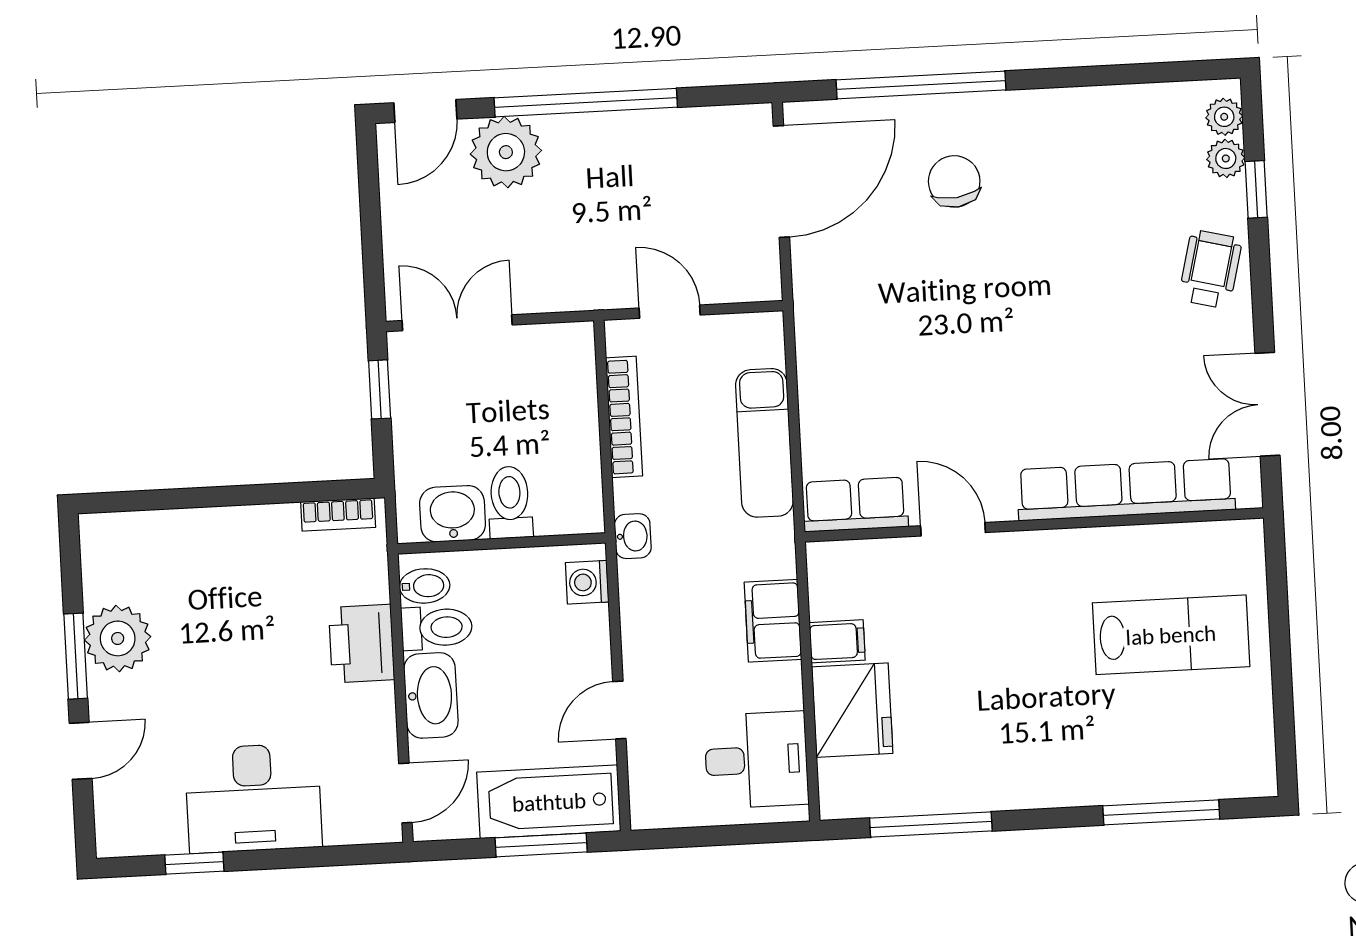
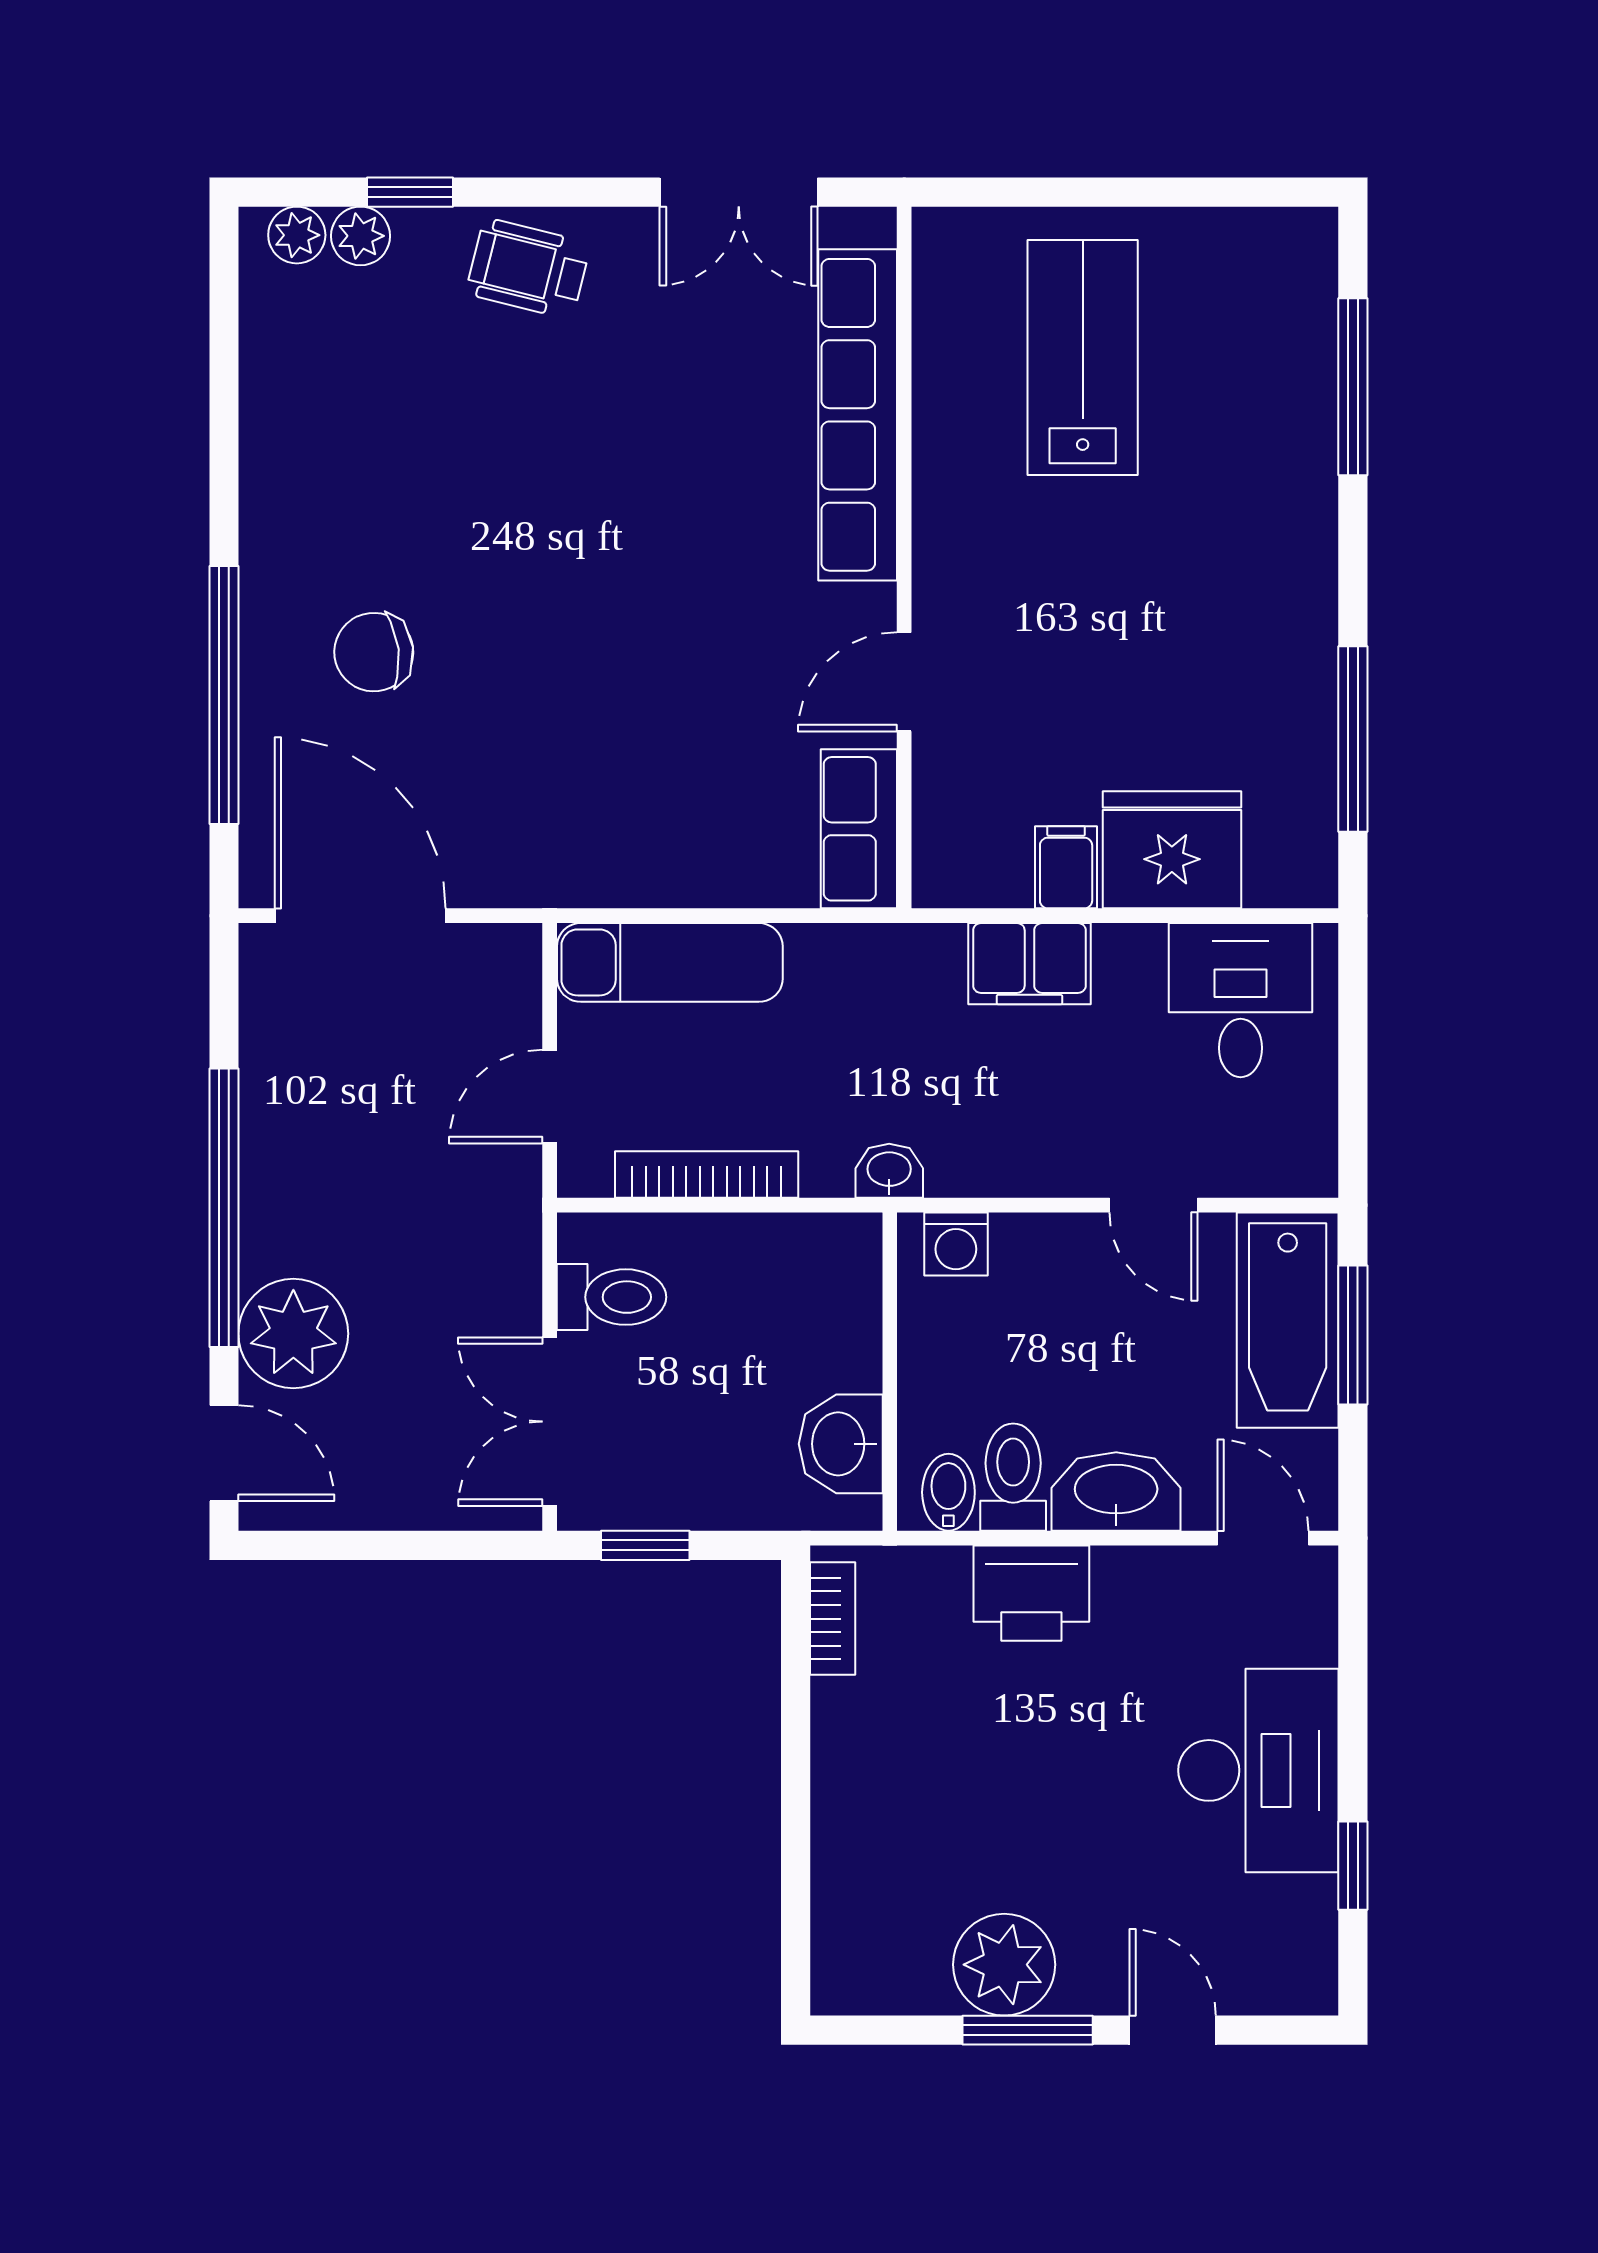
exam couch: (764, 443) -> (670, 962), moved
toilet: (510, 502) -> (612, 1297), moved, turned 180

